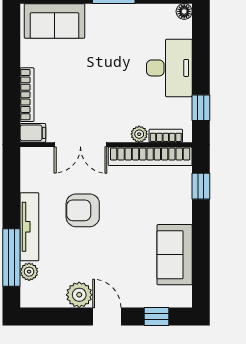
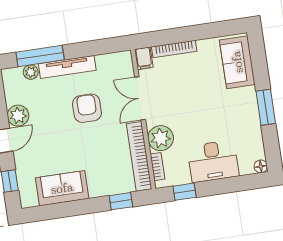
plant: (139, 134) -> (161, 138), width x1.88, depth x1.88

